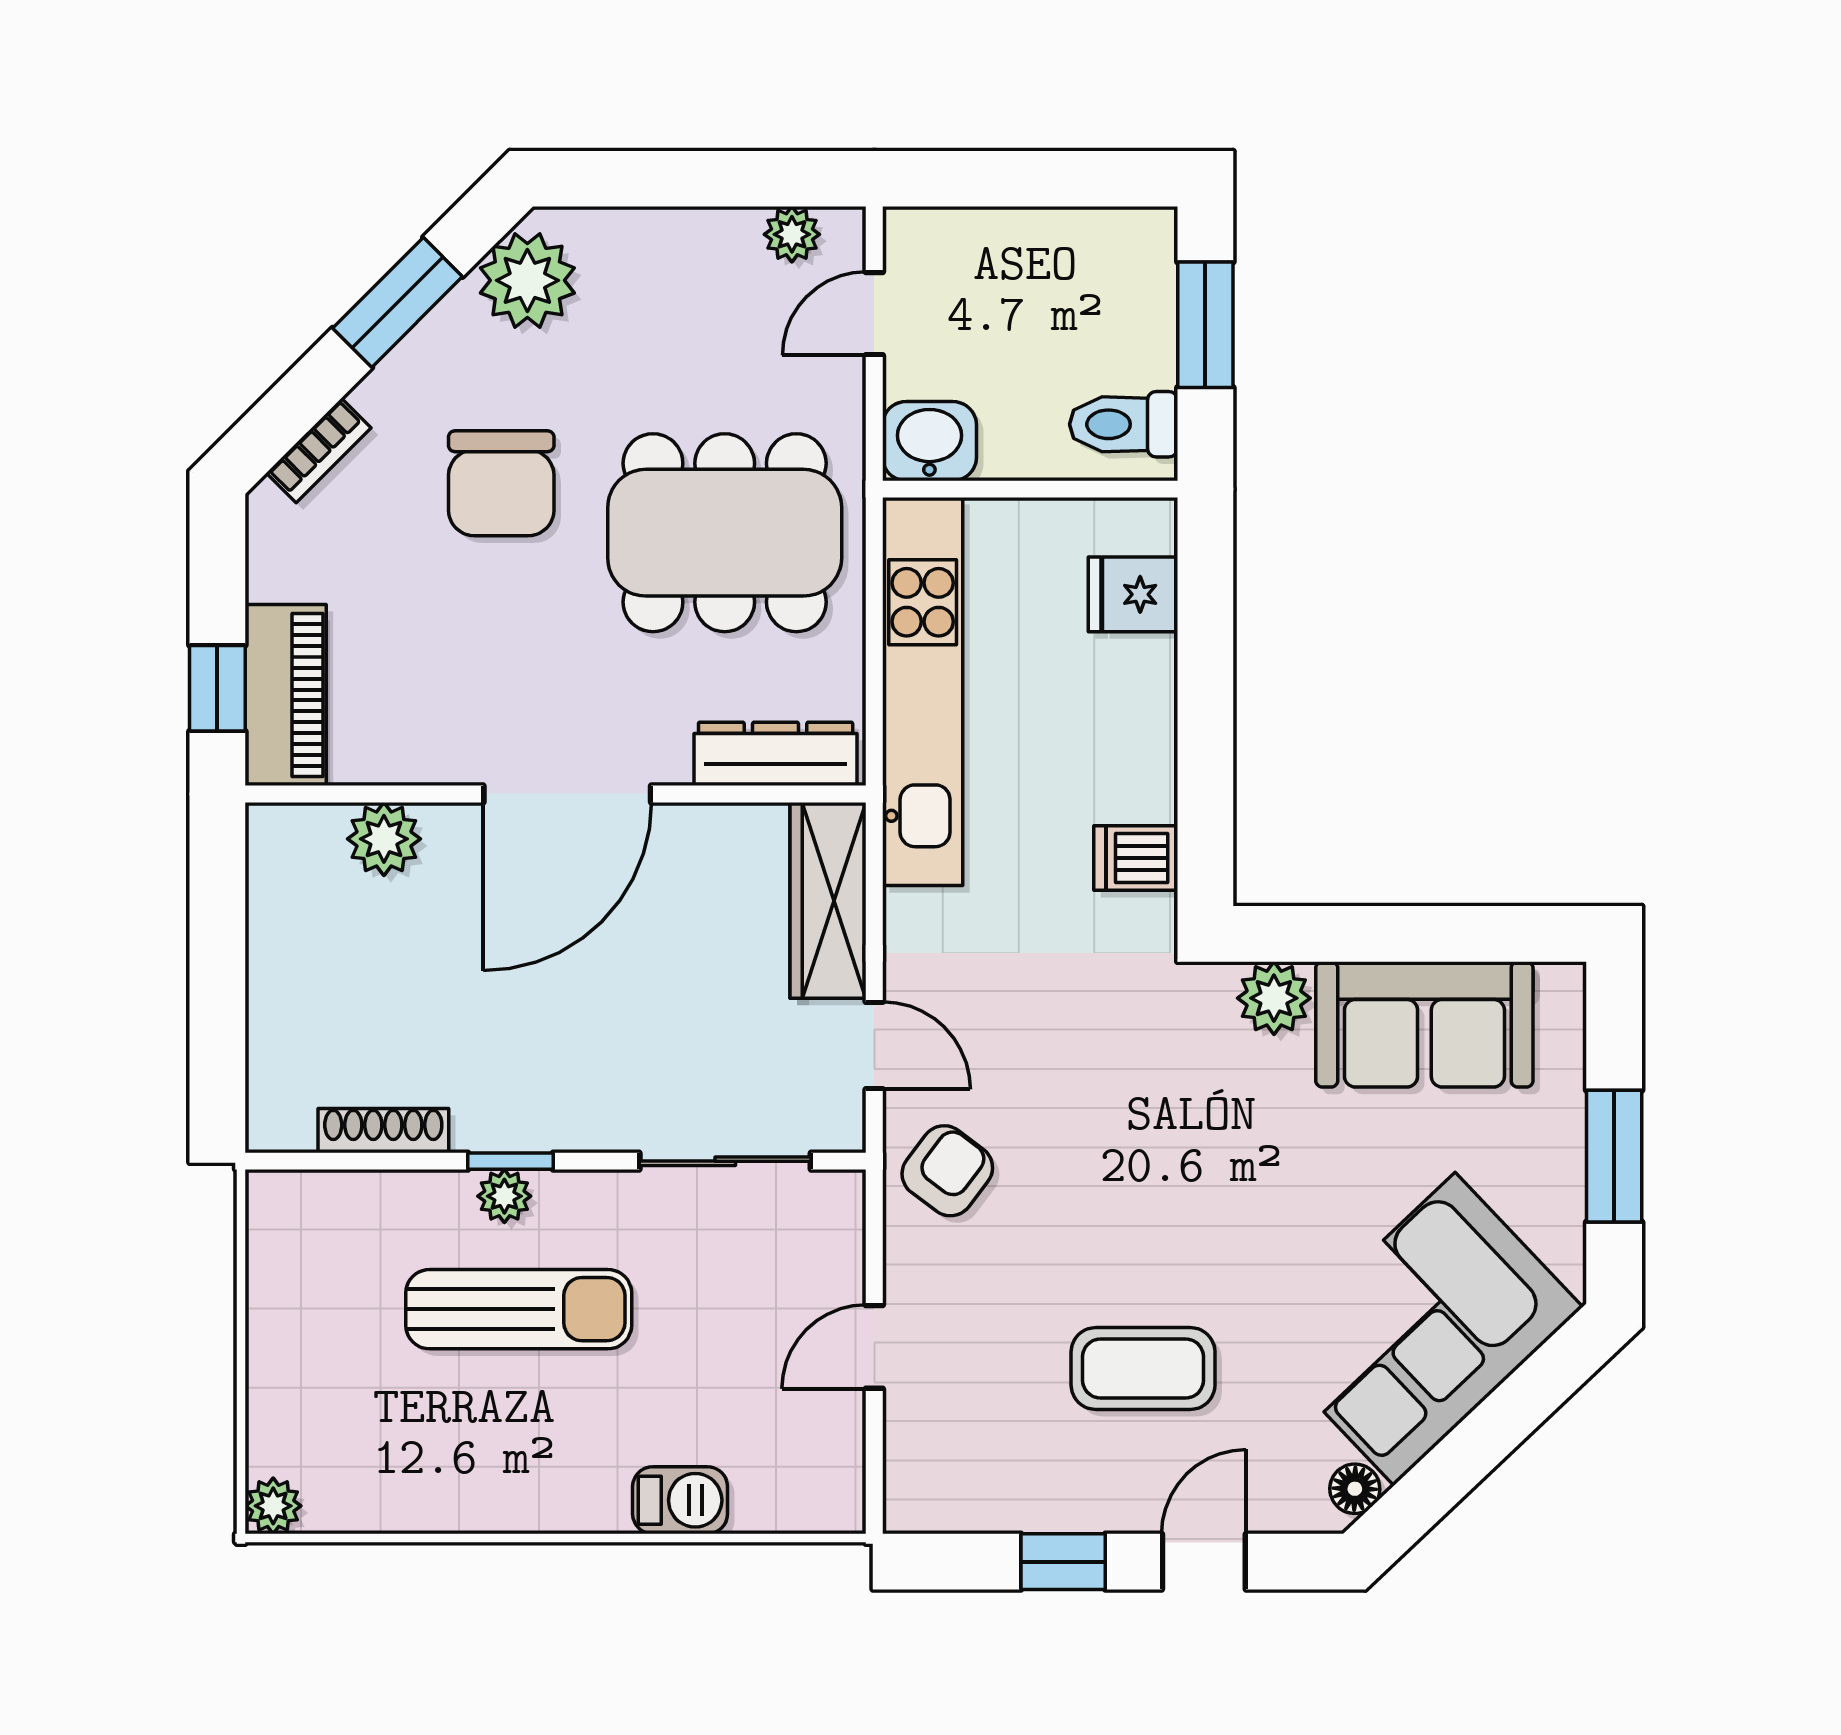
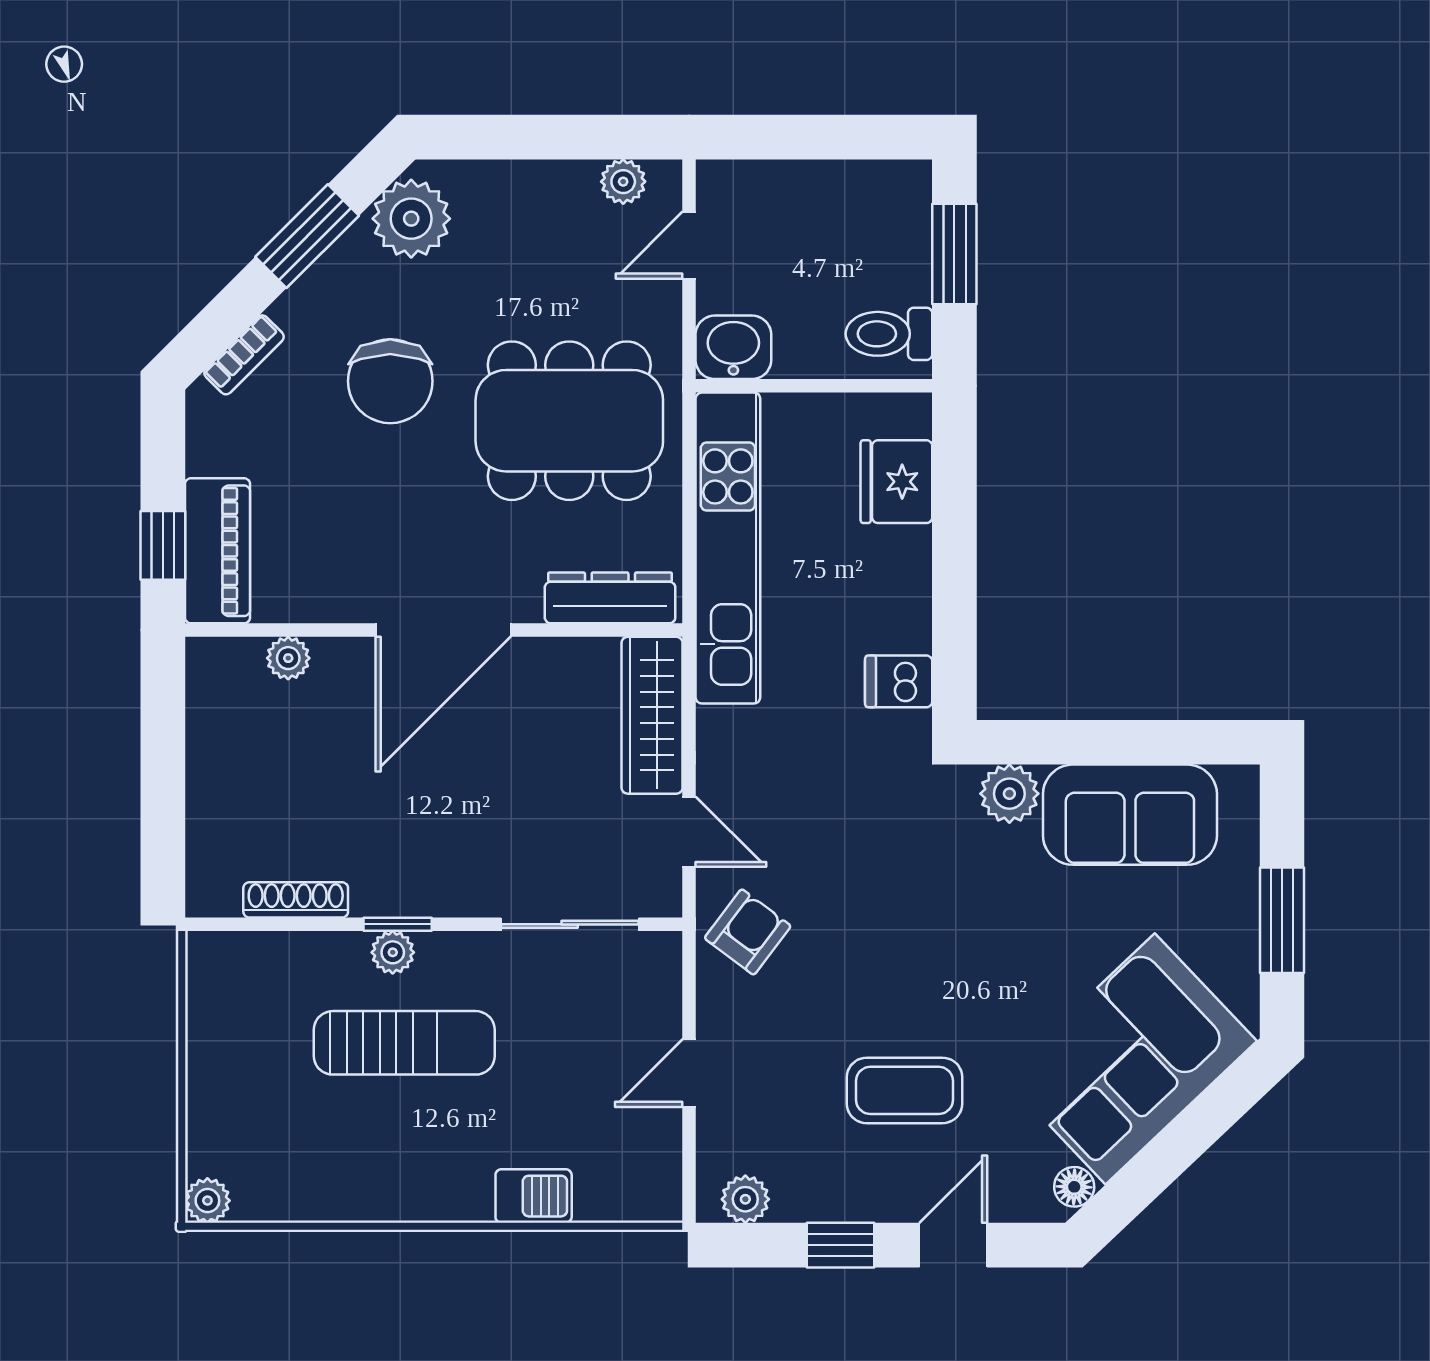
fridge: (1133, 594) -> (896, 482), width x1.38
plant: (384, 839) -> (288, 658), width x0.73, depth x0.73
plant: (944, 1504) -> (745, 1199), added

